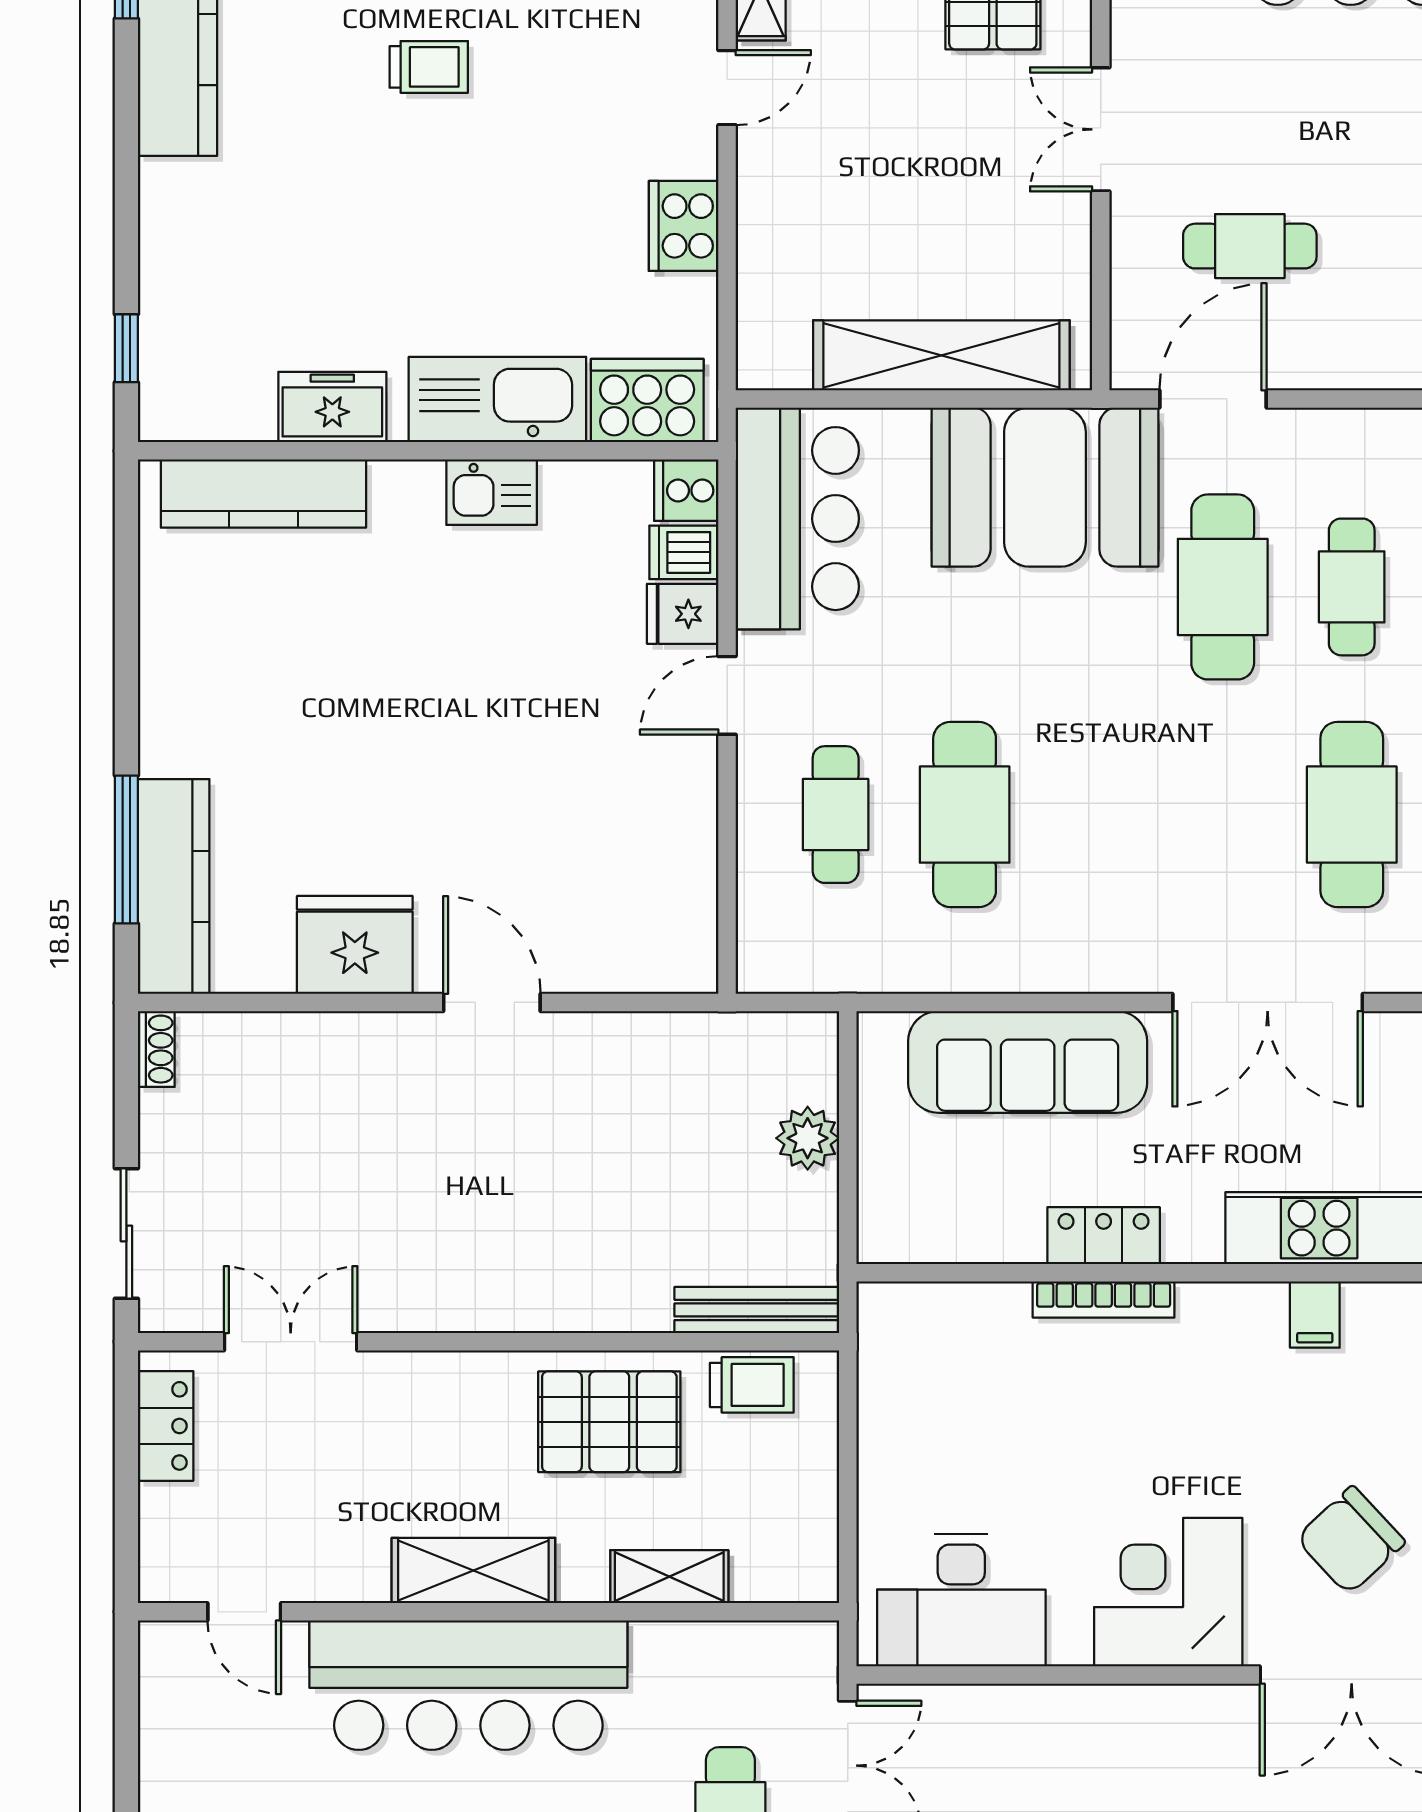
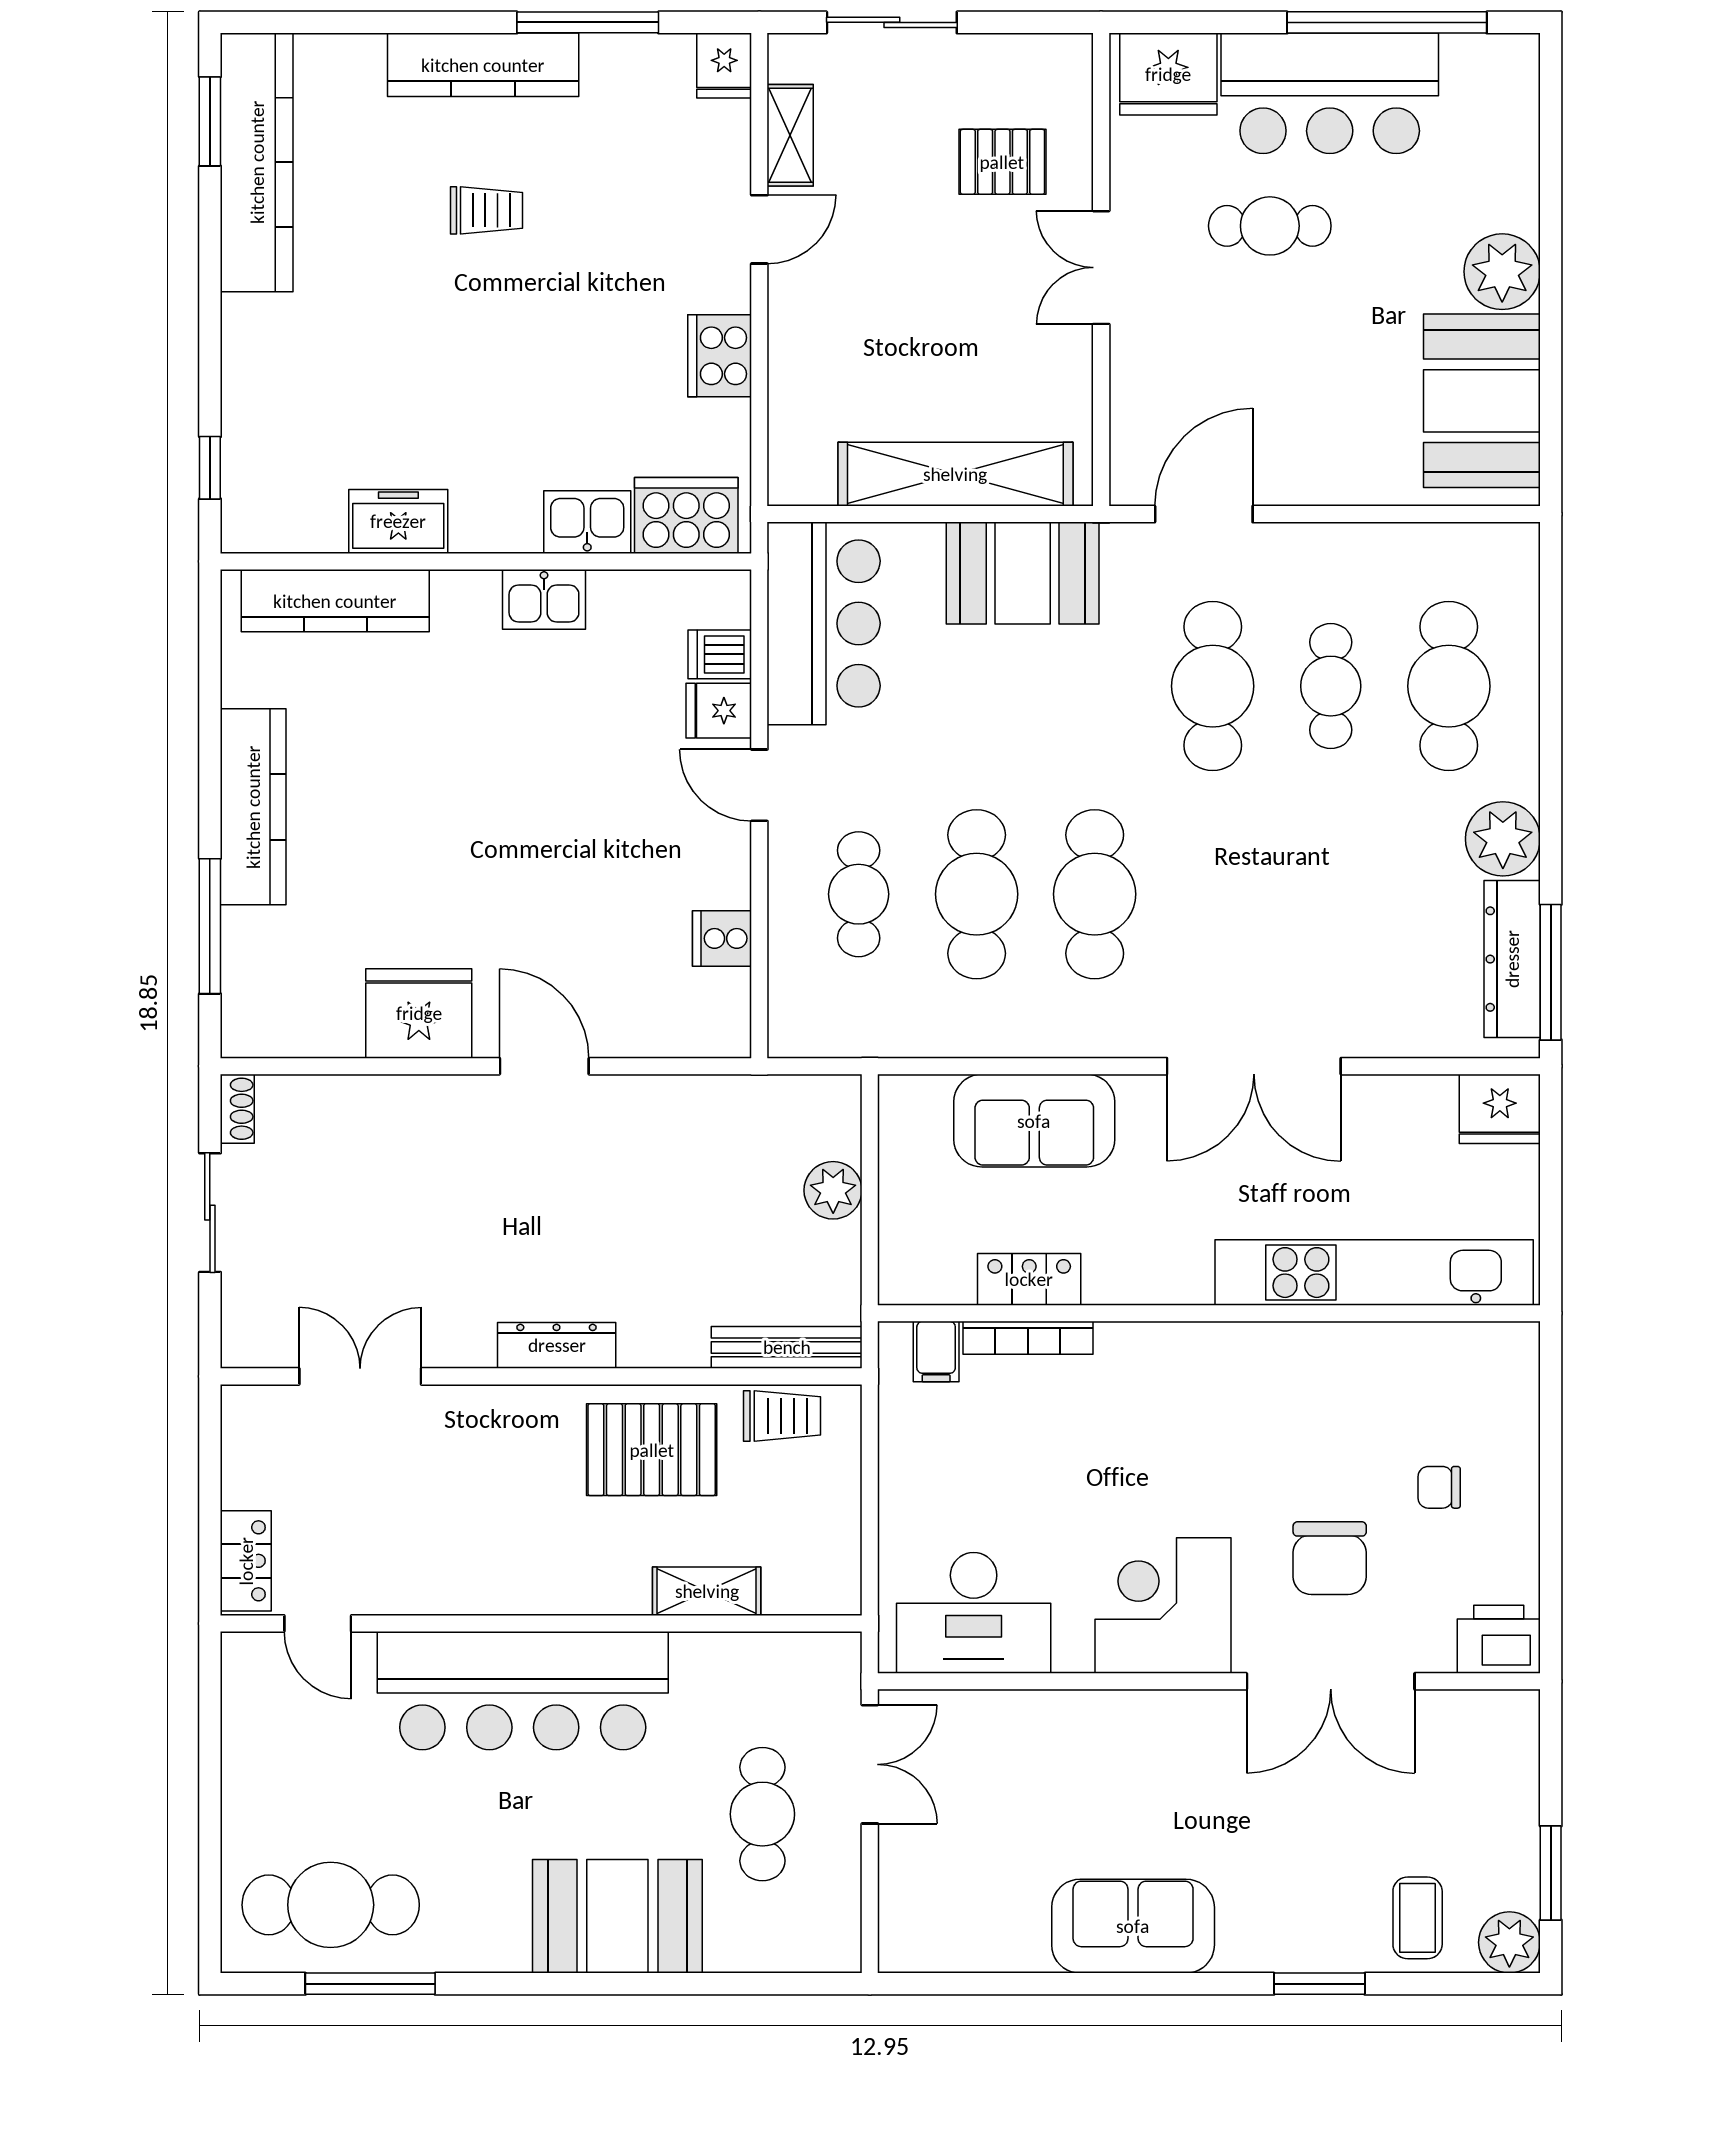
cafe table: (1250, 246) -> (1270, 226), moved
kitchen sink: (497, 399) -> (587, 522), width x0.53, depth x0.81
booth: (1045, 487) -> (1023, 573), width x0.73, depth x0.70
cooker: (686, 491) -> (722, 938), moved
door: (727, 695) -> (759, 785), hinge flipped
cafe table: (1352, 815) -> (1095, 894), moved
kitchen counter: (174, 886) -> (253, 807), moved
sofa: (1028, 1062) -> (1034, 1121), width x0.73
sliding door: (126, 1234) -> (210, 1213), moved
locker: (1104, 1236) -> (1029, 1279), moved
bookcase: (1104, 1299) -> (1028, 1338), moved
dresser: (505, 1308) -> (557, 1345), added
filing cabinet: (1315, 1314) -> (936, 1352), moved
locker: (166, 1426) -> (246, 1561), moved
chair: (1351, 1540) -> (1330, 1558), turned -47
shelving: (473, 1570) -> (527, 1586), removed

